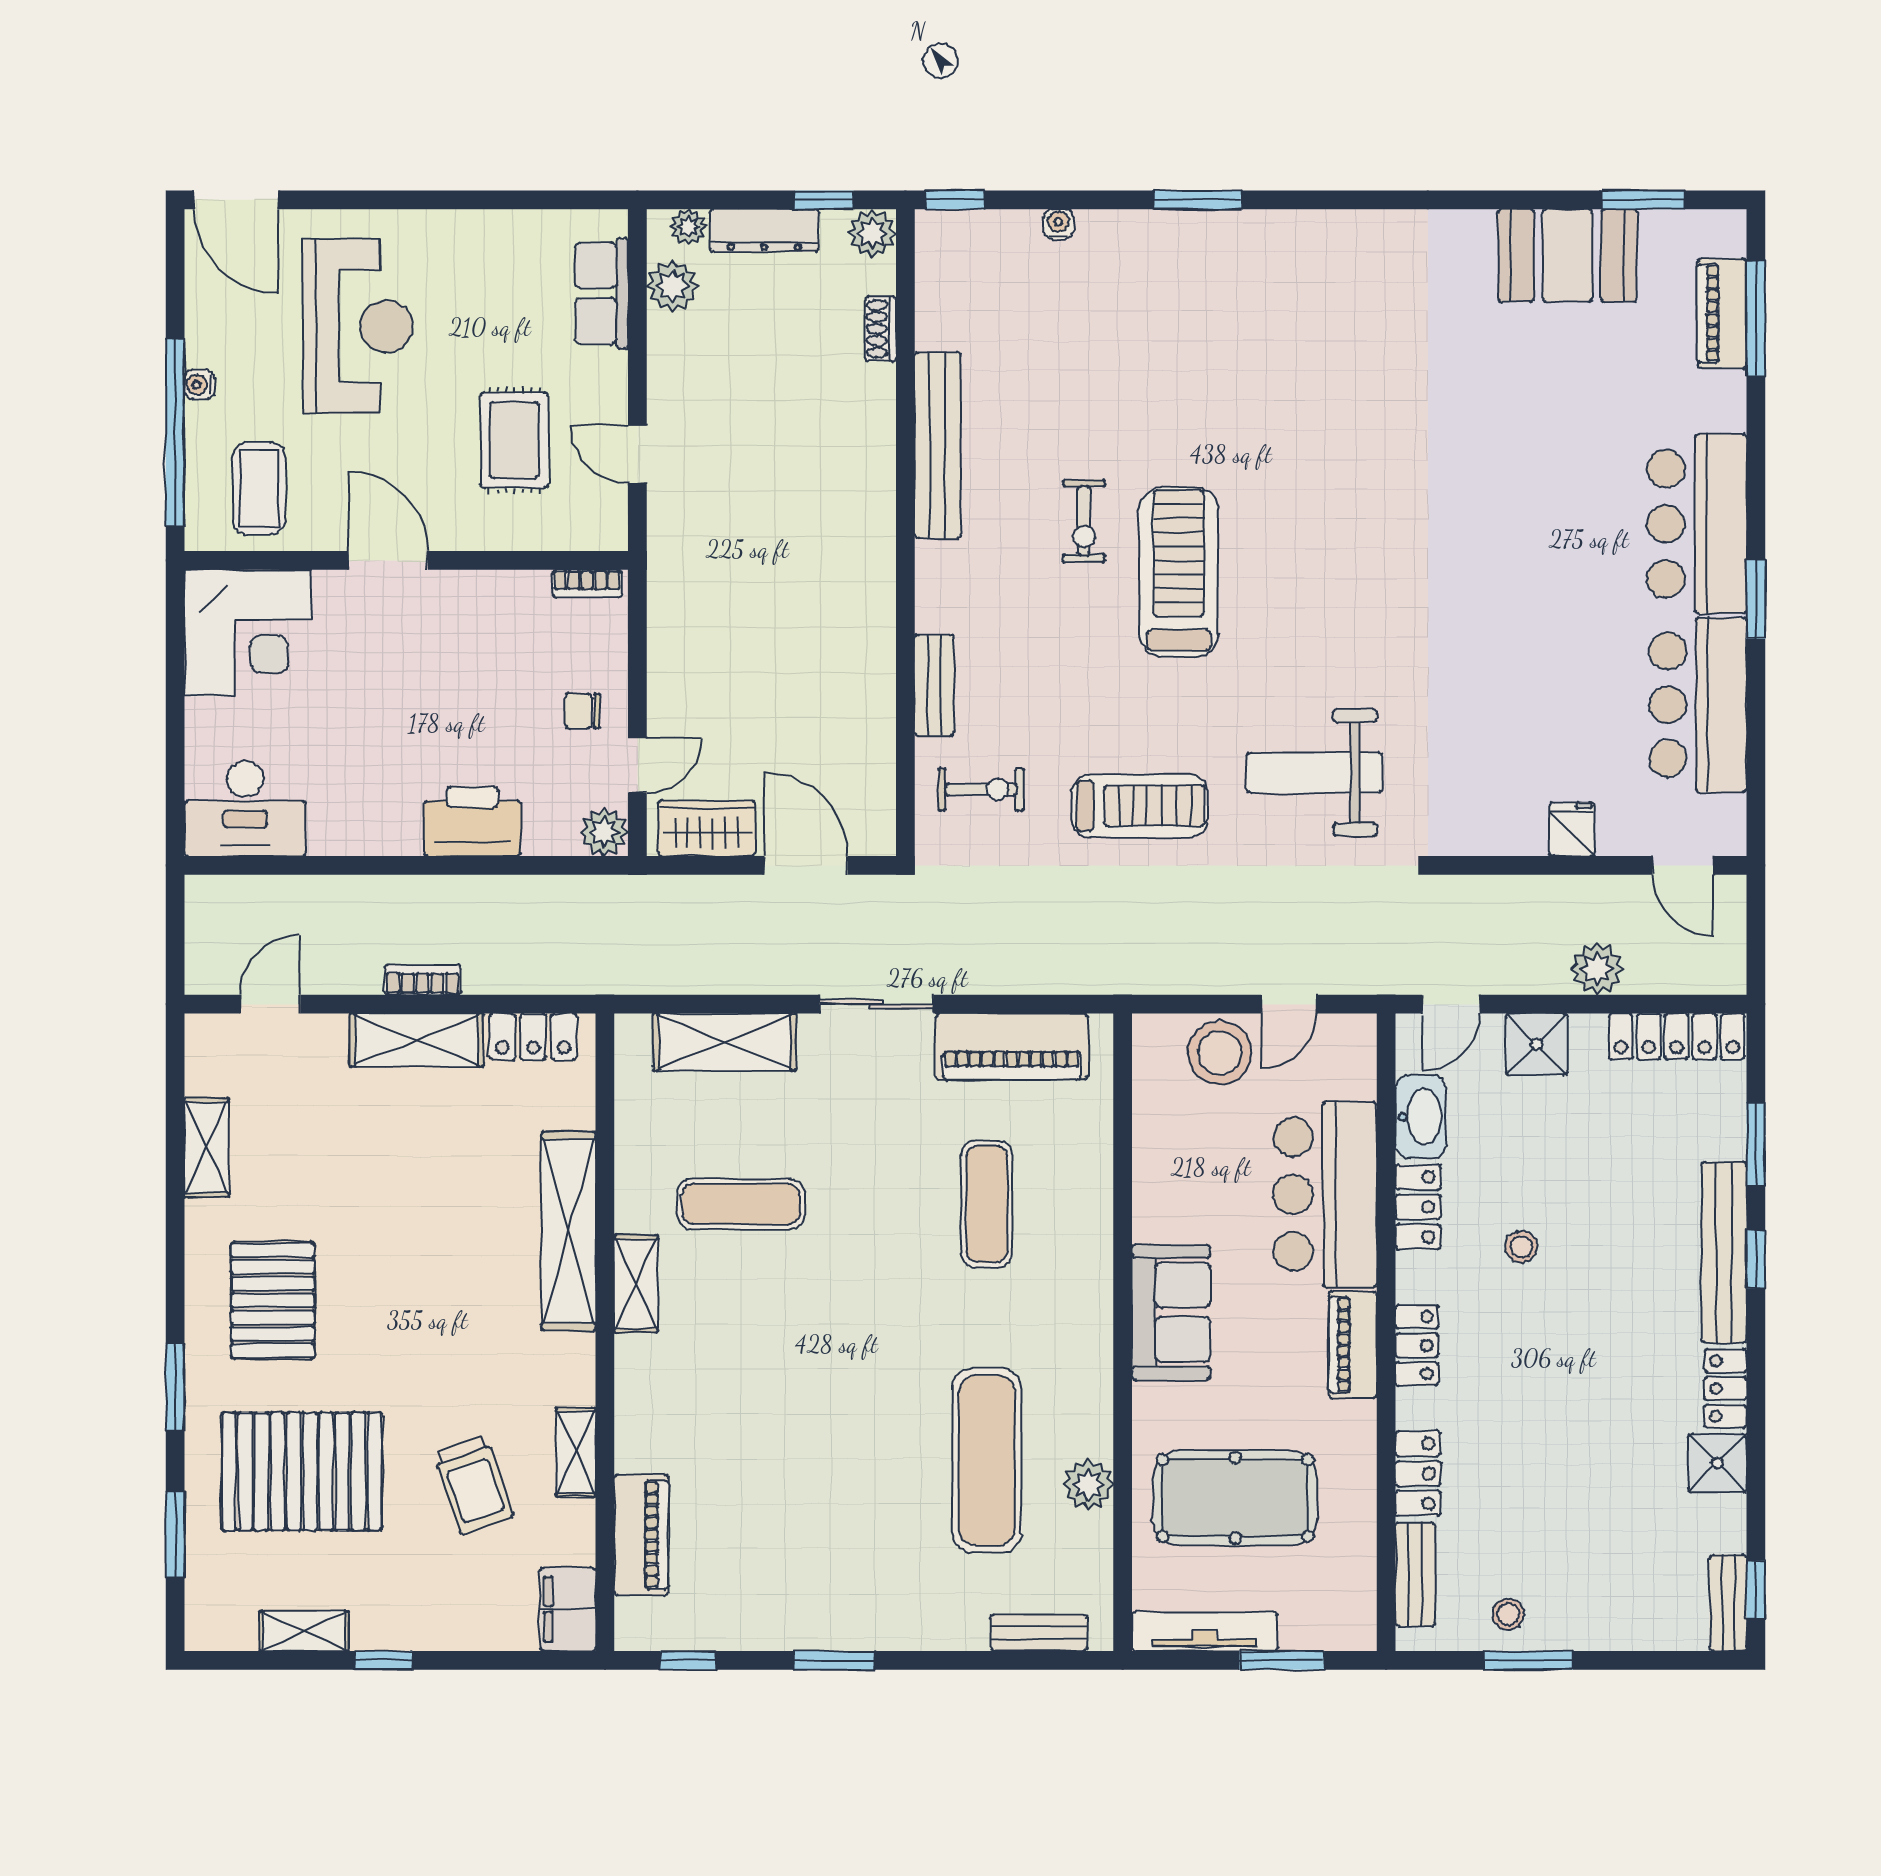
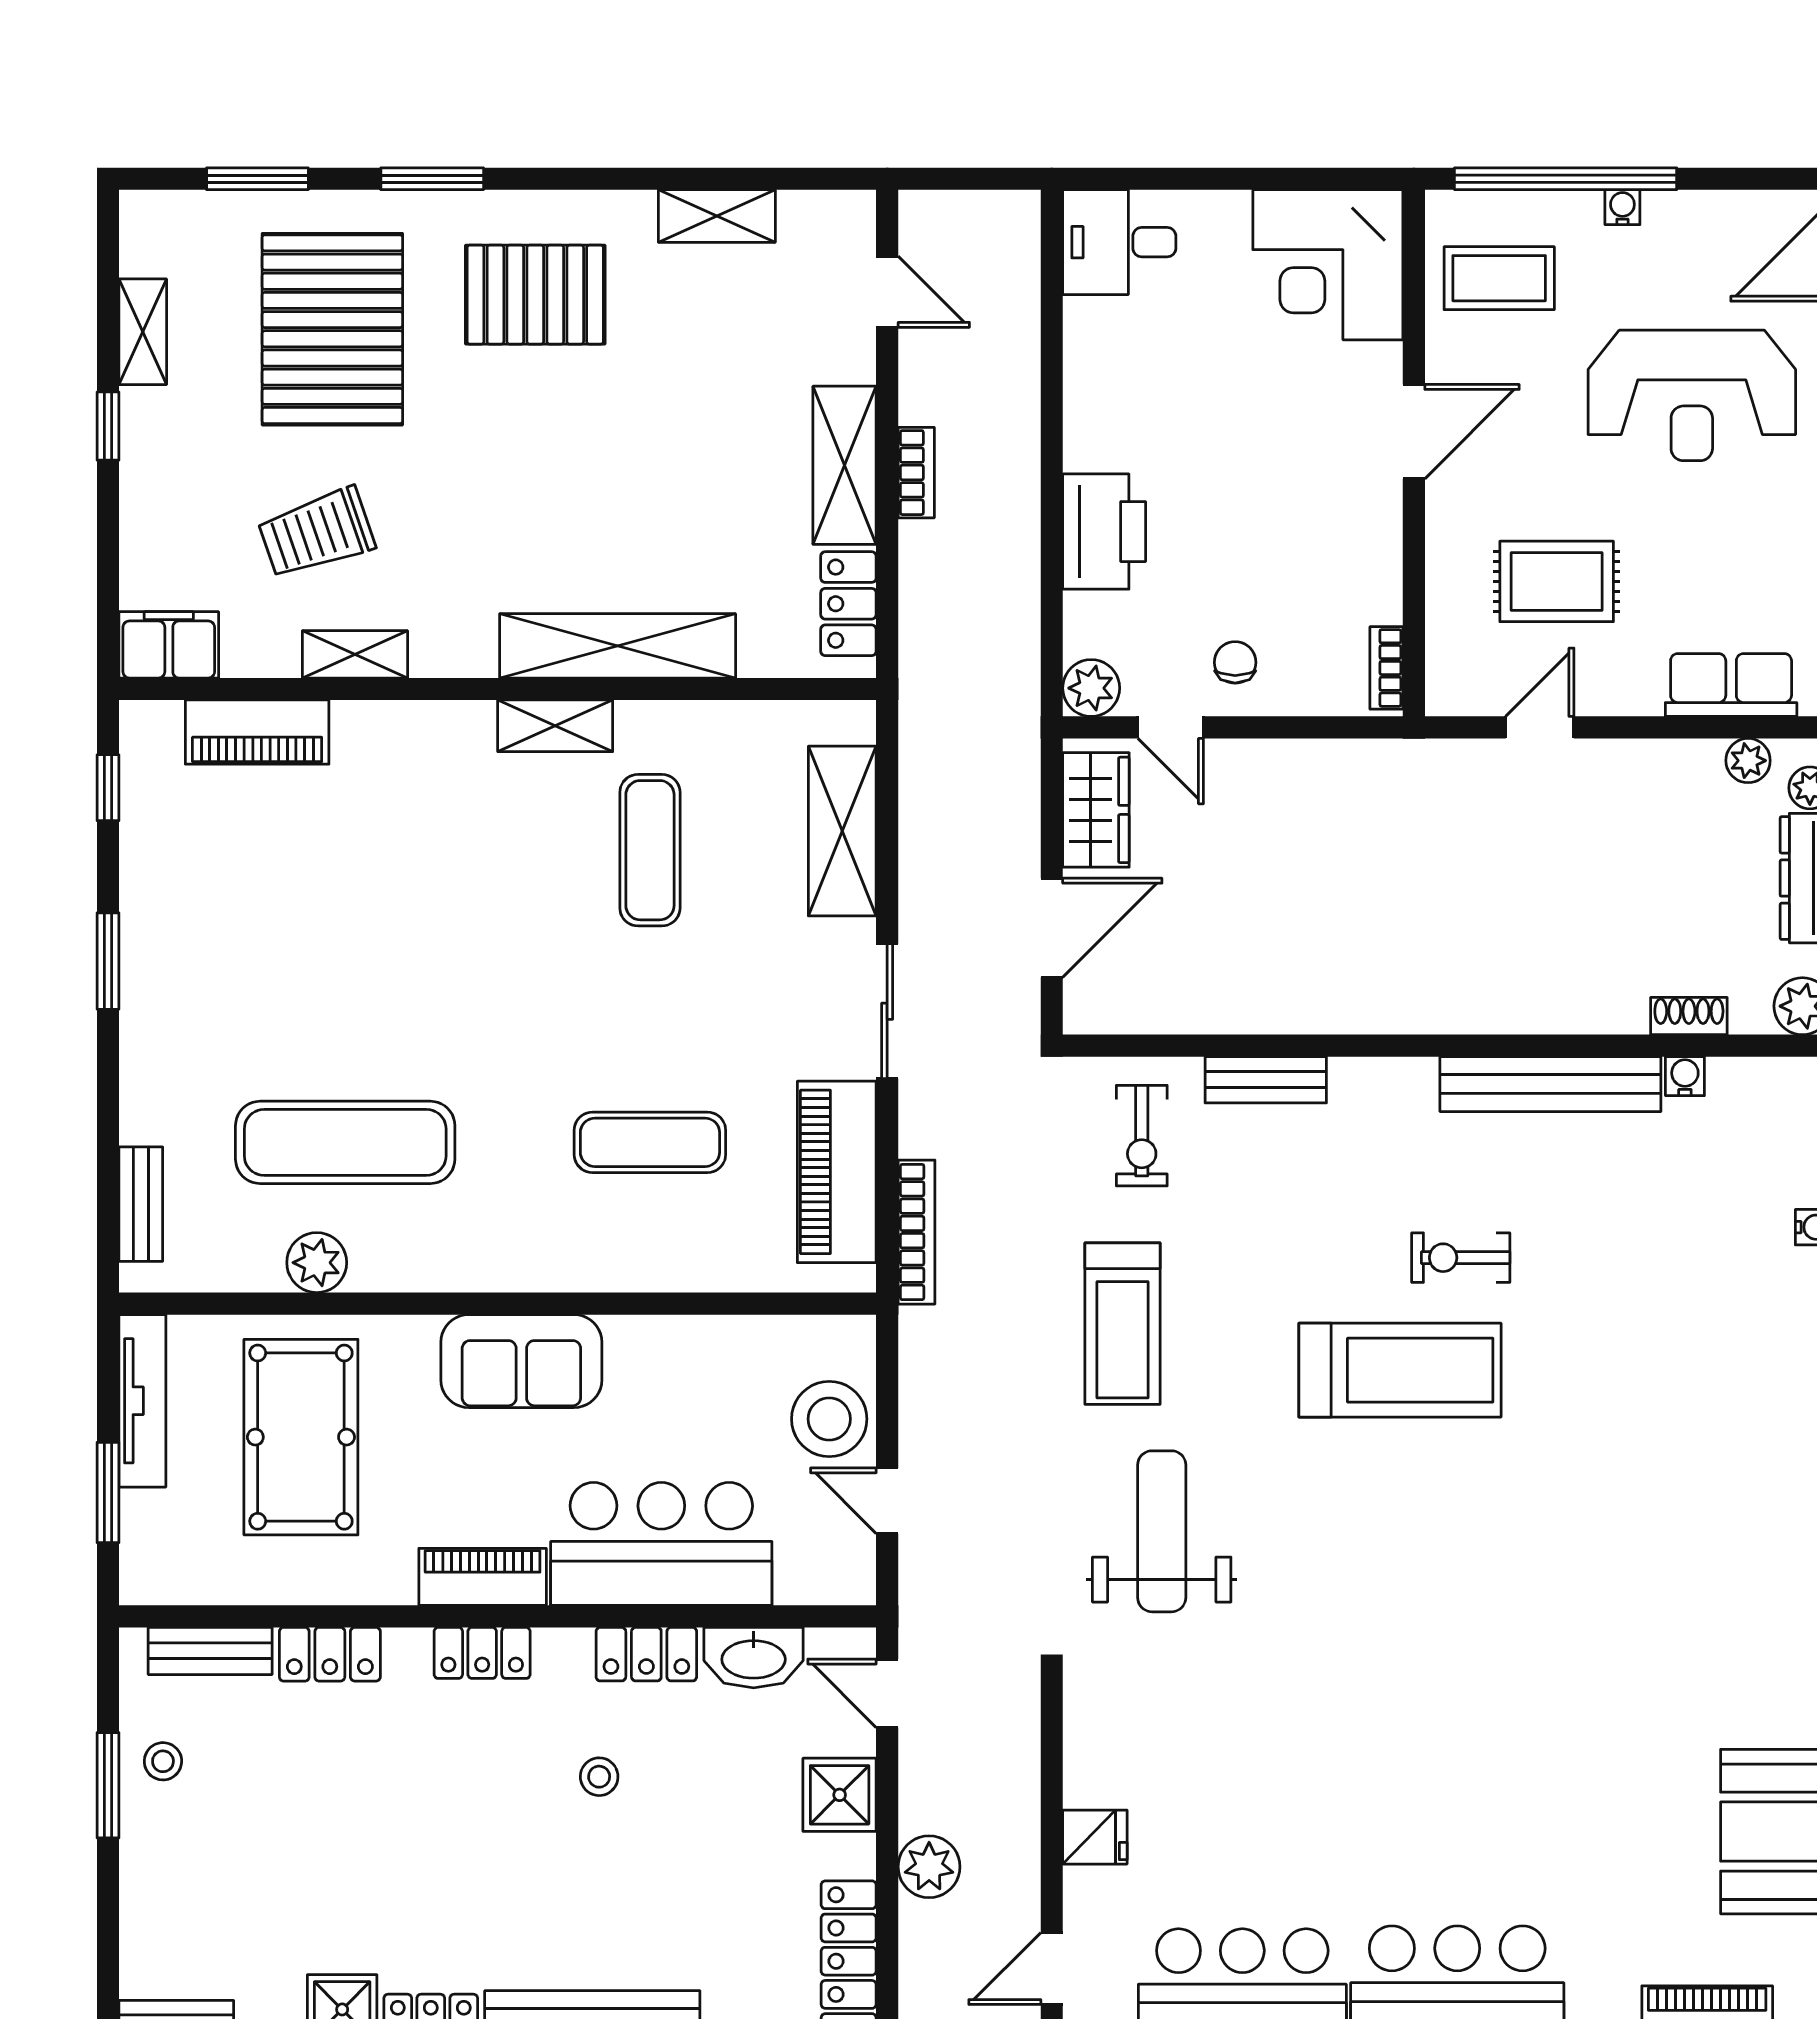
plant: (672, 286) -> (1748, 761), width x0.73, depth x0.73
water cooler: (931, 332) -> (1685, 1076), added
desk: (245, 809) -> (1119, 242), width x0.73
bookcase: (1062, 979) -> (917, 1232), added

